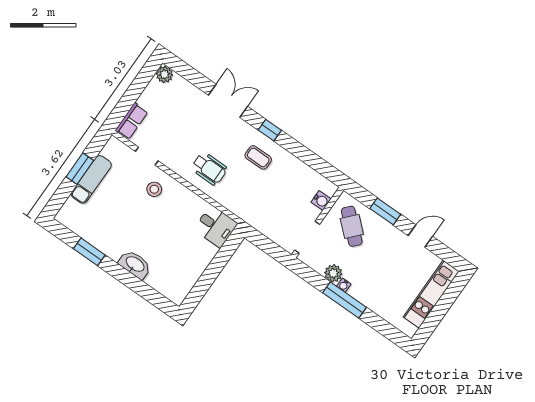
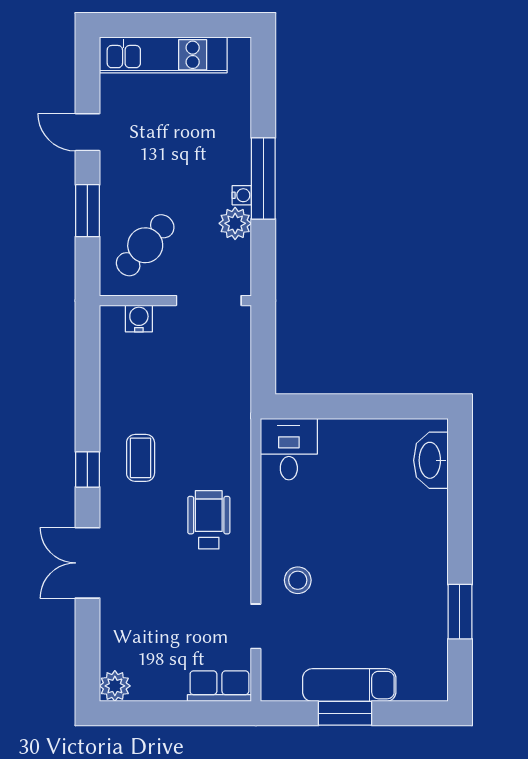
washbasin: (135, 264) -> (431, 460), moved

